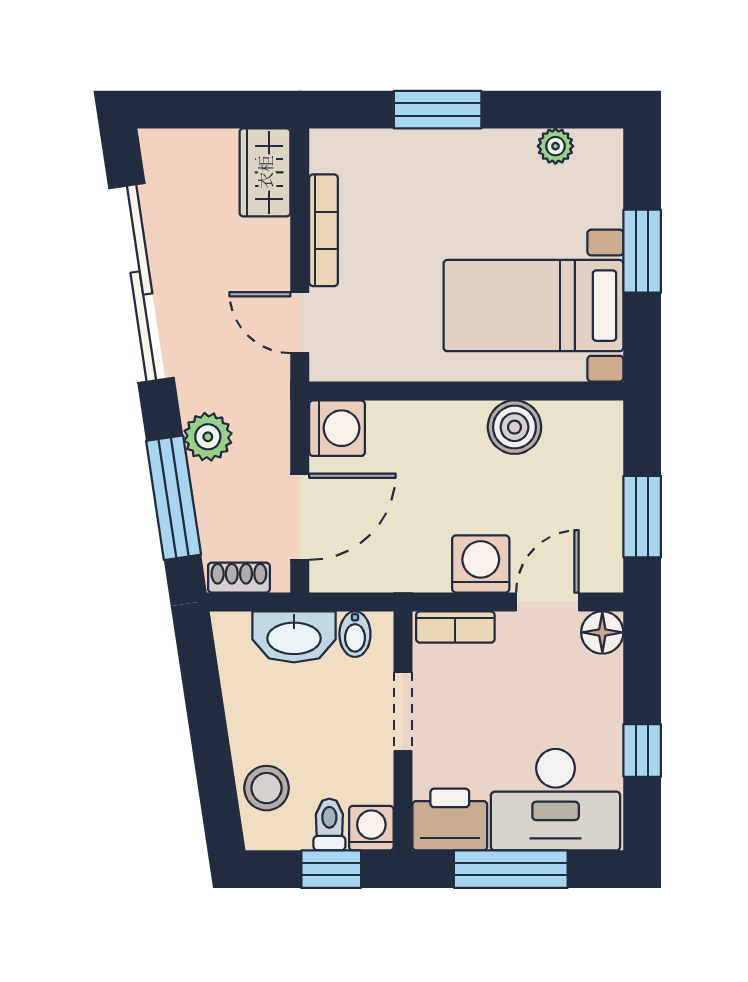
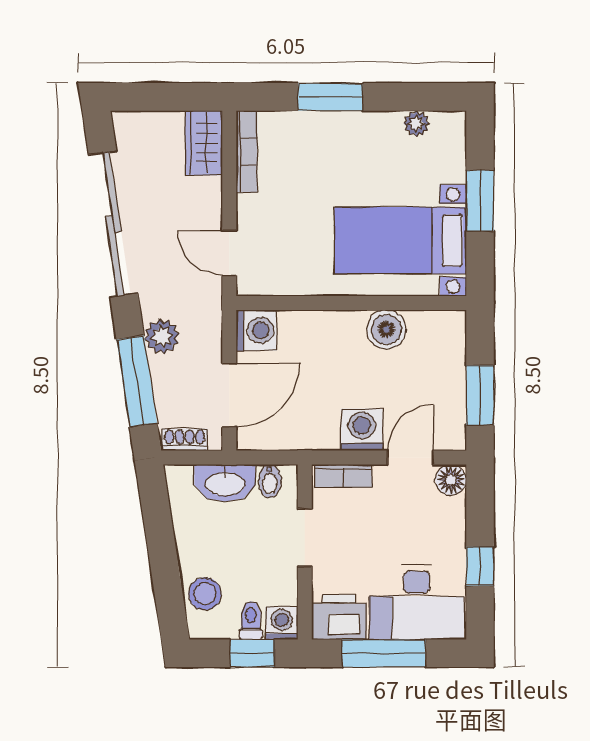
bookcase: (324, 230) -> (247, 152), moved

